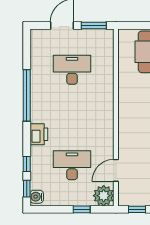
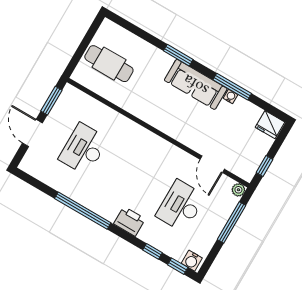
plant: (104, 196) -> (238, 190), width x0.53, depth x0.53
window: (82, 209) -> (231, 222), width x2.17

